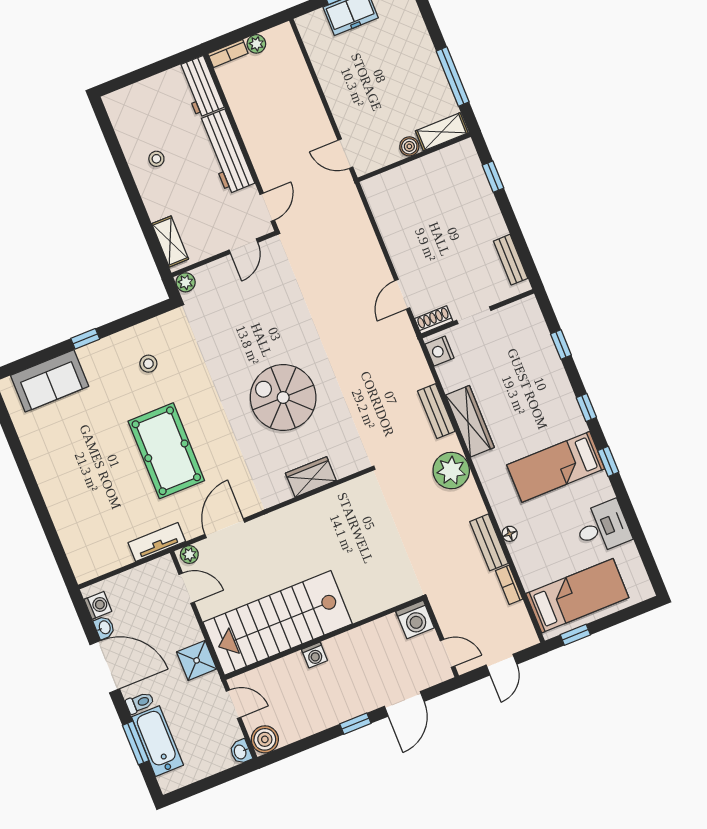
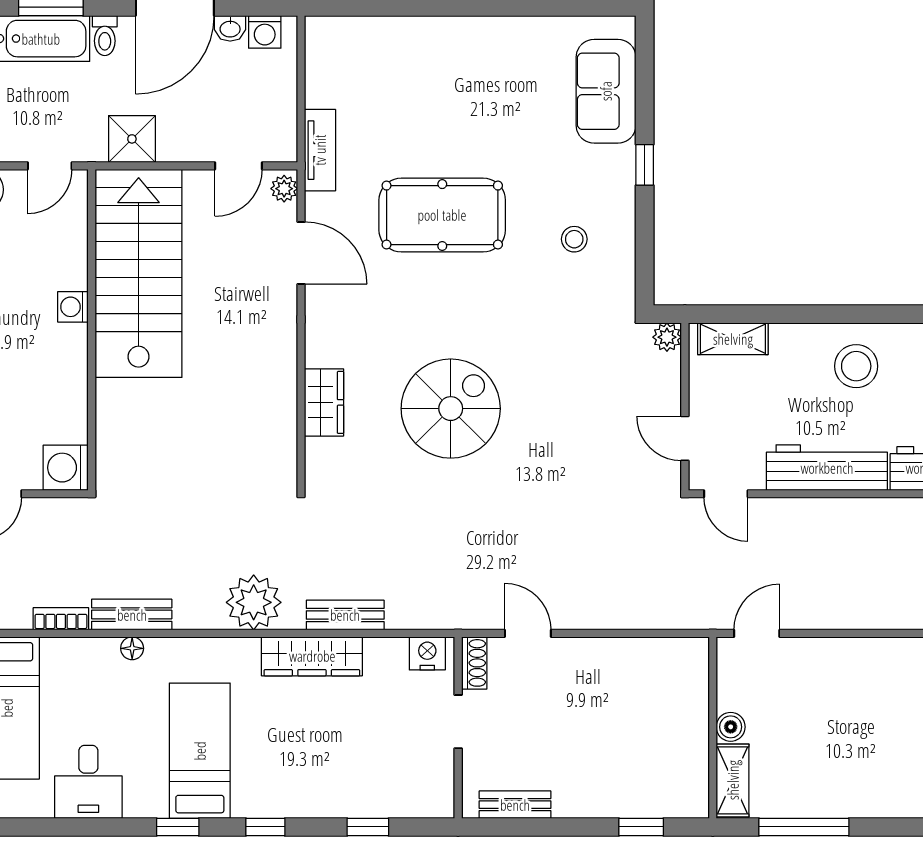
stool: (156, 159) -> (856, 366), width x1.89, depth x1.89

